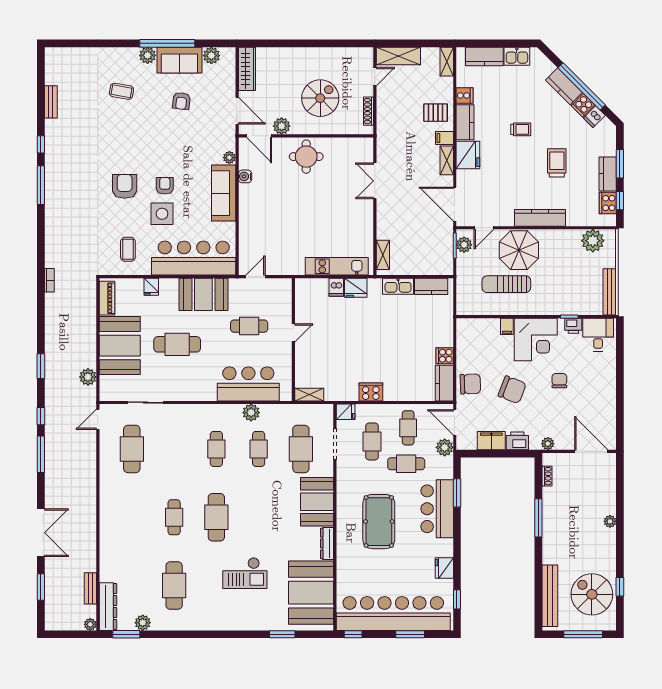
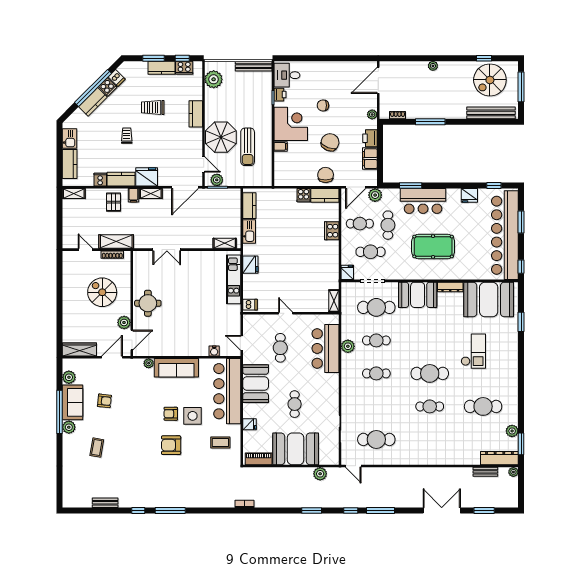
shelving: (398, 56) -> (116, 242), moved, turned 90
water cooler: (245, 176) -> (214, 351), moved
kitchen counter: (540, 218) -> (196, 114), width x0.67
dishwasher: (336, 287) -> (250, 305), moved
cafe table: (177, 344) -> (295, 404), width x0.73, depth x0.74
cooker: (371, 392) -> (332, 231), moved

